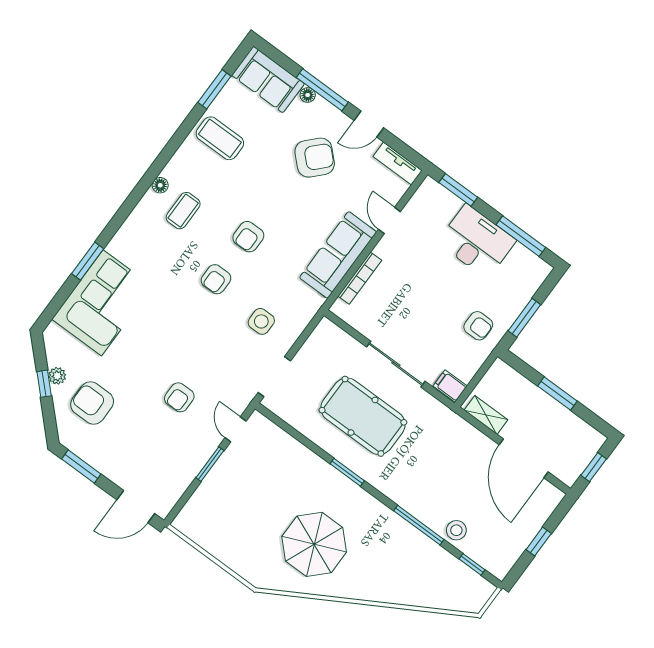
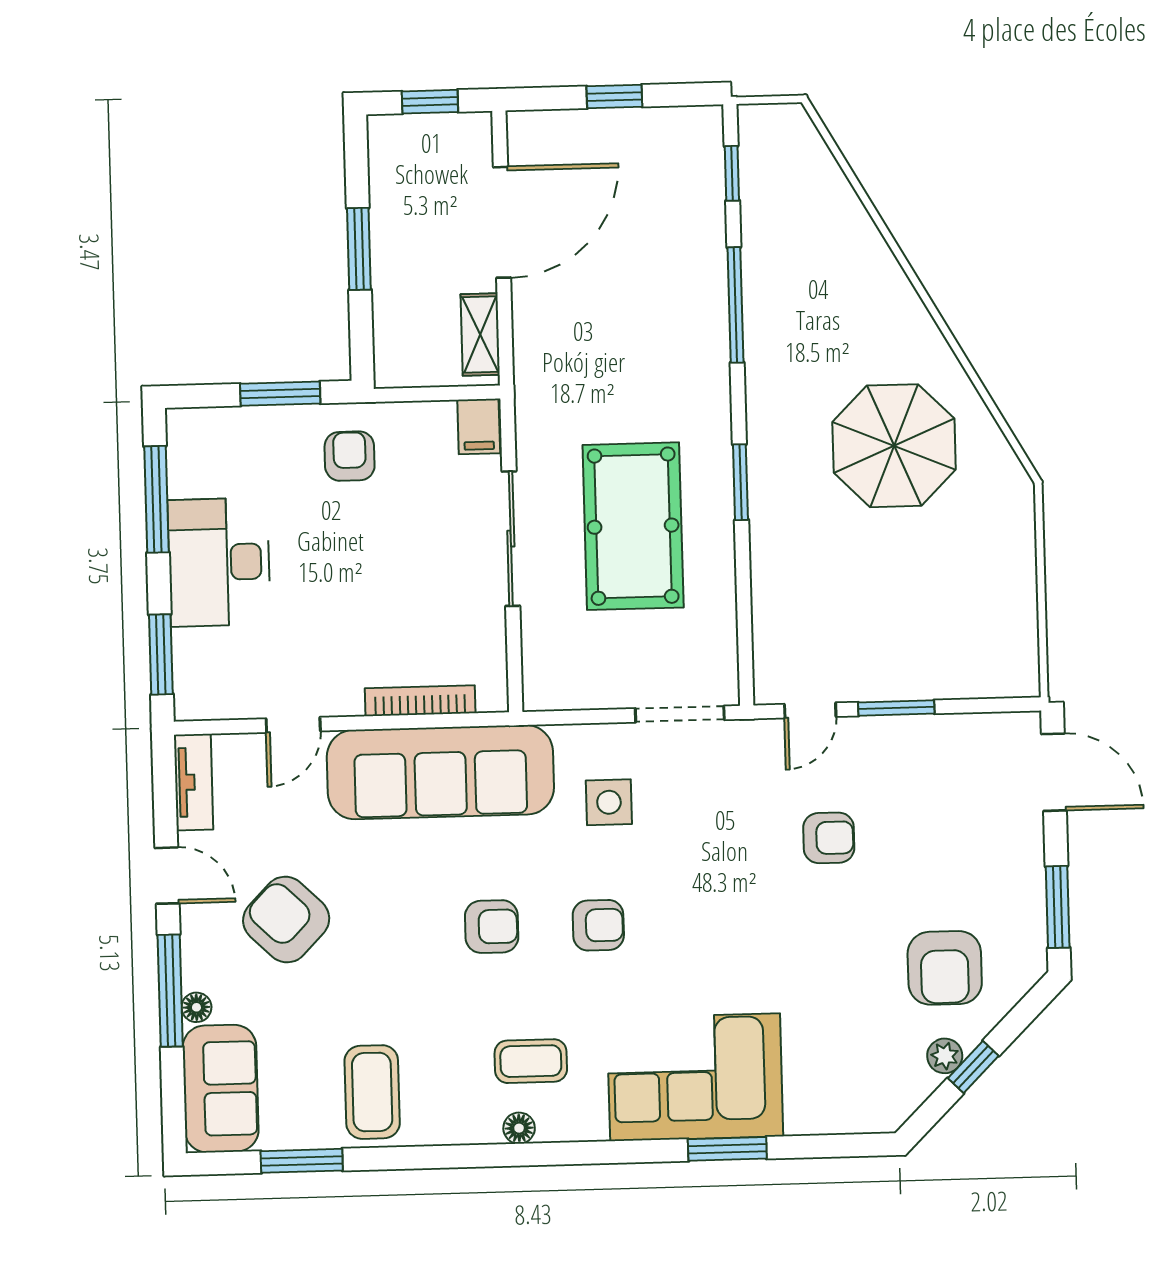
sofa: (338, 255) -> (440, 772), width x1.36, depth x1.27
corner sofa: (102, 303) -> (695, 1077), moved
stool: (456, 530) -> (698, 240), removed

